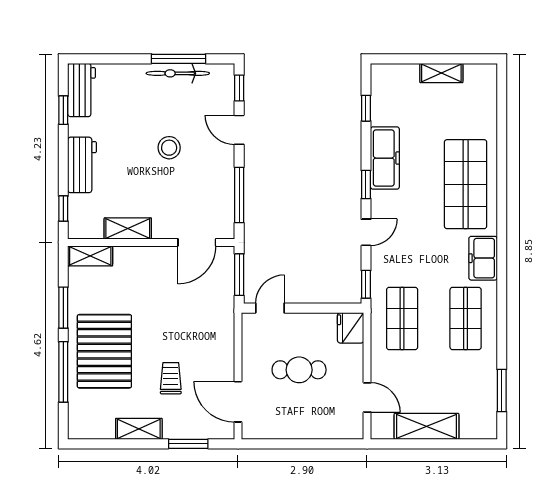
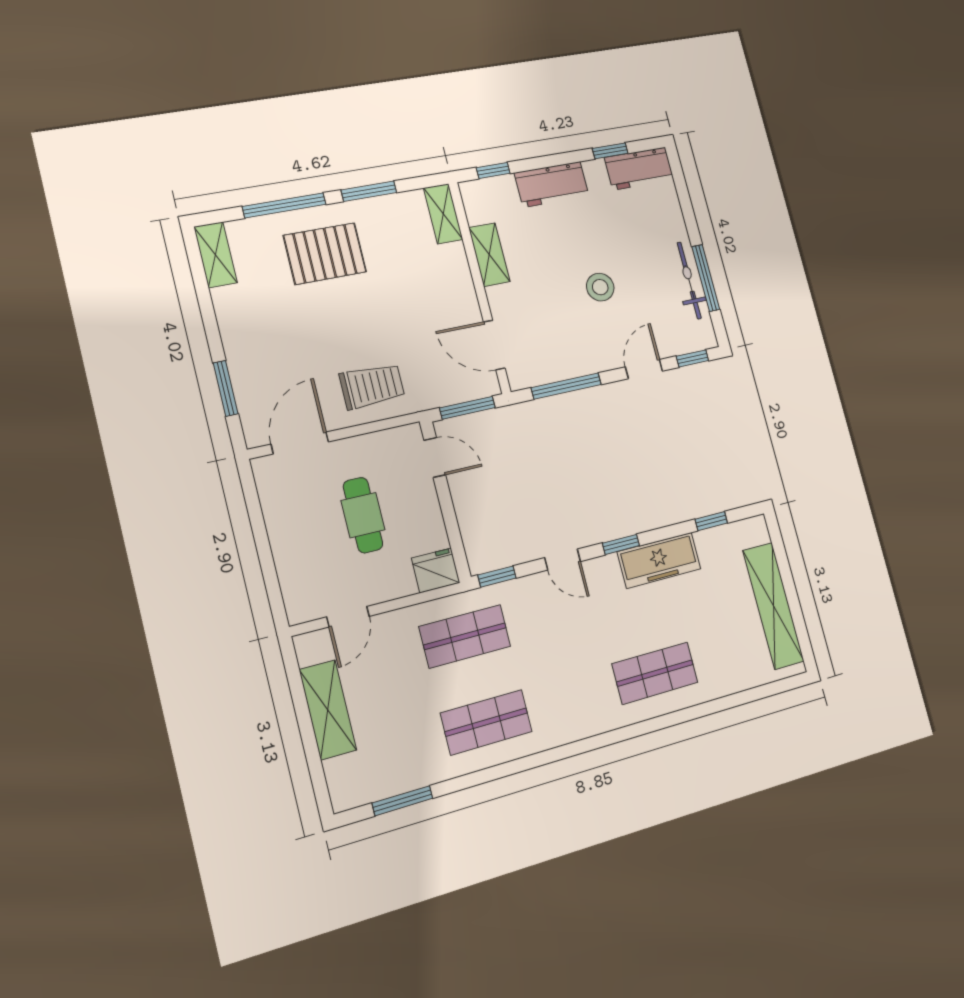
shelving: (441, 73) -> (773, 606), width x2.20, depth x1.33
shop shelf: (466, 184) -> (655, 673), width x0.70, depth x0.74
freezer: (483, 258) -> (570, 723), removed
pallet: (104, 351) -> (325, 254), width x0.73, depth x0.71
trolley: (171, 378) -> (372, 386), moved, width x1.36, depth x1.39
shelving: (139, 429) -> (216, 255), moved

